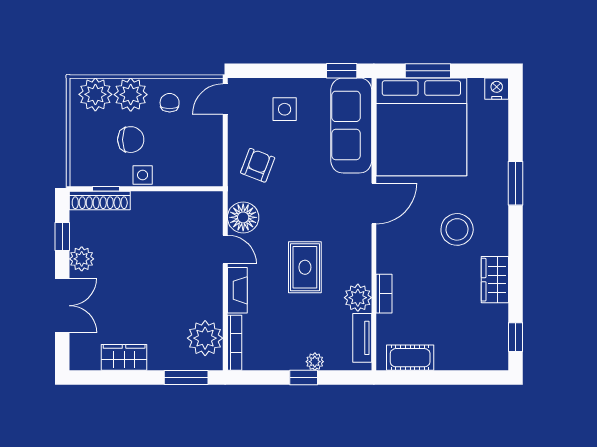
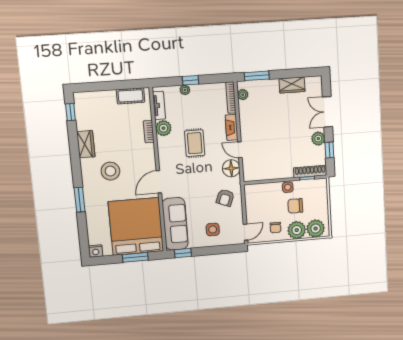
plant: (205, 338) -> (243, 95), width x0.53, depth x0.53

